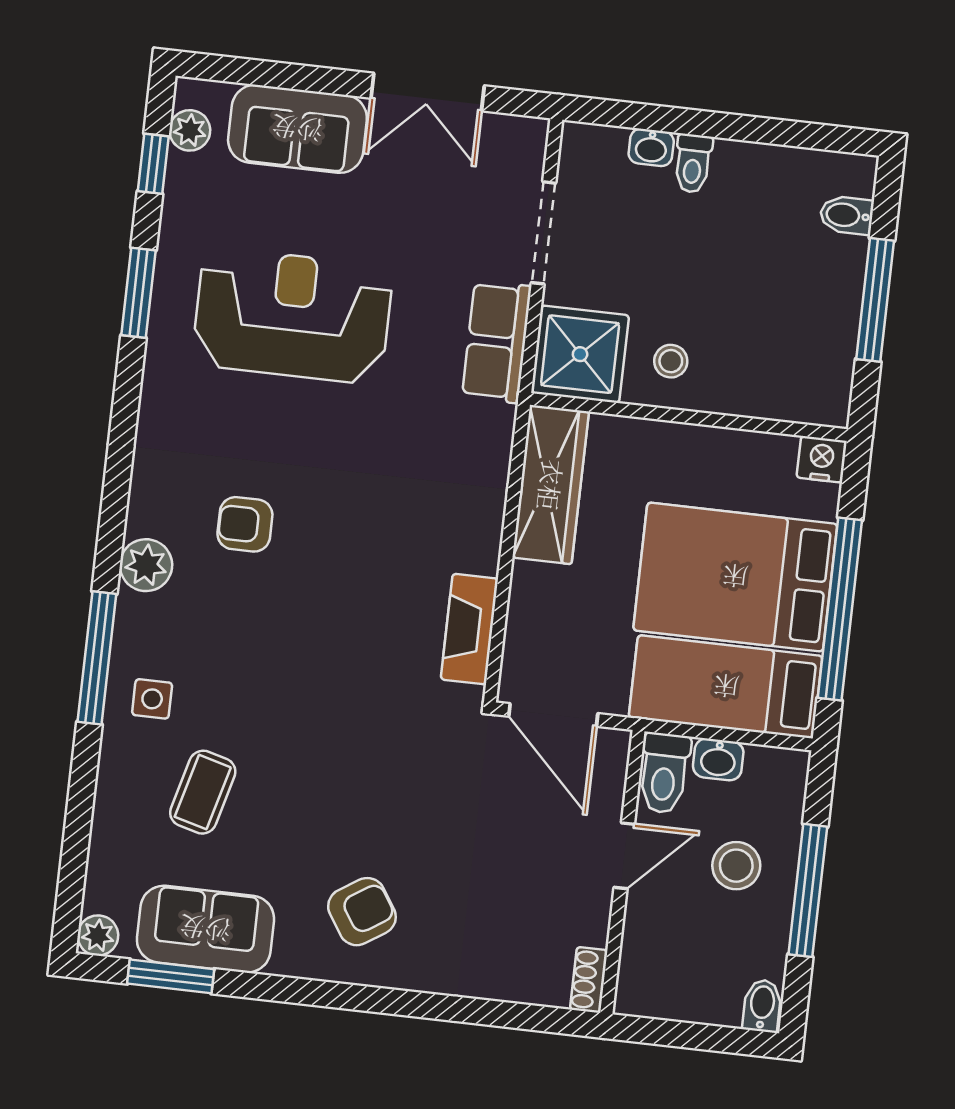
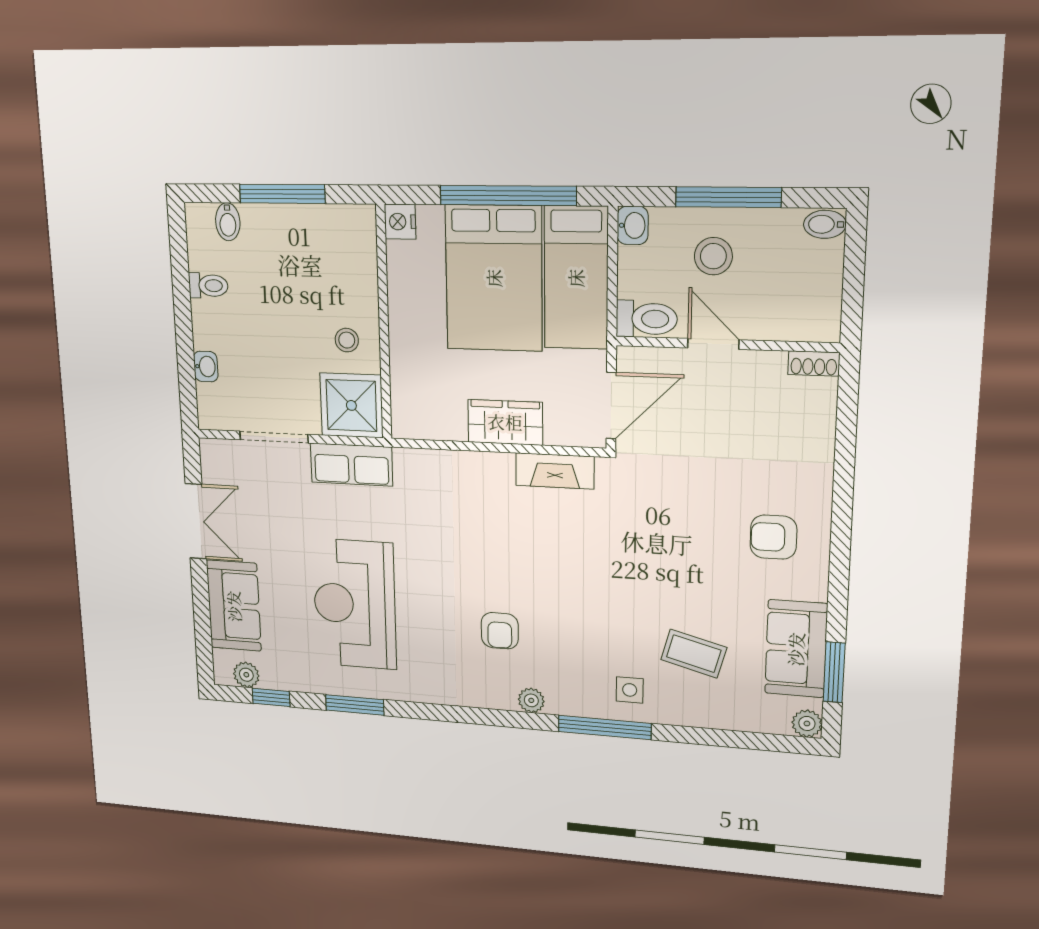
toilet: (693, 163) -> (208, 286), moved
wardrobe: (551, 485) -> (505, 422), moved, width x0.67
plant: (146, 565) -> (531, 700), width x0.73, depth x0.73
washbasin: (718, 759) -> (633, 225), moved
armchair: (362, 912) -> (773, 537), turned -57

